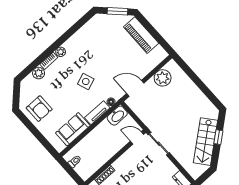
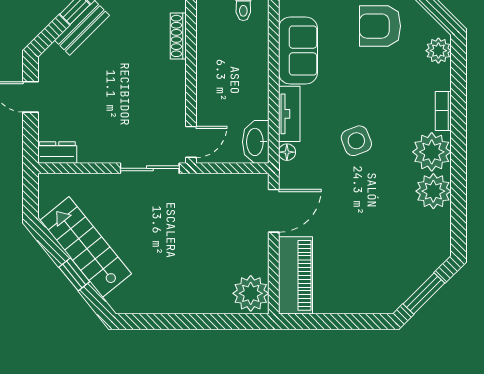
piano: (141, 35) -> (295, 275), moved, turned 90
plant: (79, 40) -> (433, 191), added
plant: (61, 52) -> (432, 152), width x1.87, depth x1.87
plant: (39, 73) -> (438, 51), moved
plant: (163, 78) -> (251, 293), moved

